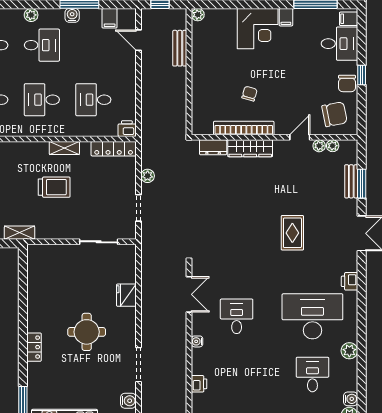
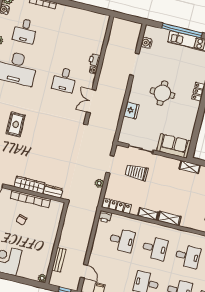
shelving: (31, 149) -> (169, 219), added
trolley: (54, 187) -> (137, 172), moved
sofa: (51, 258) -> (174, 146), added
printer: (199, 384) -> (95, 60), moved

